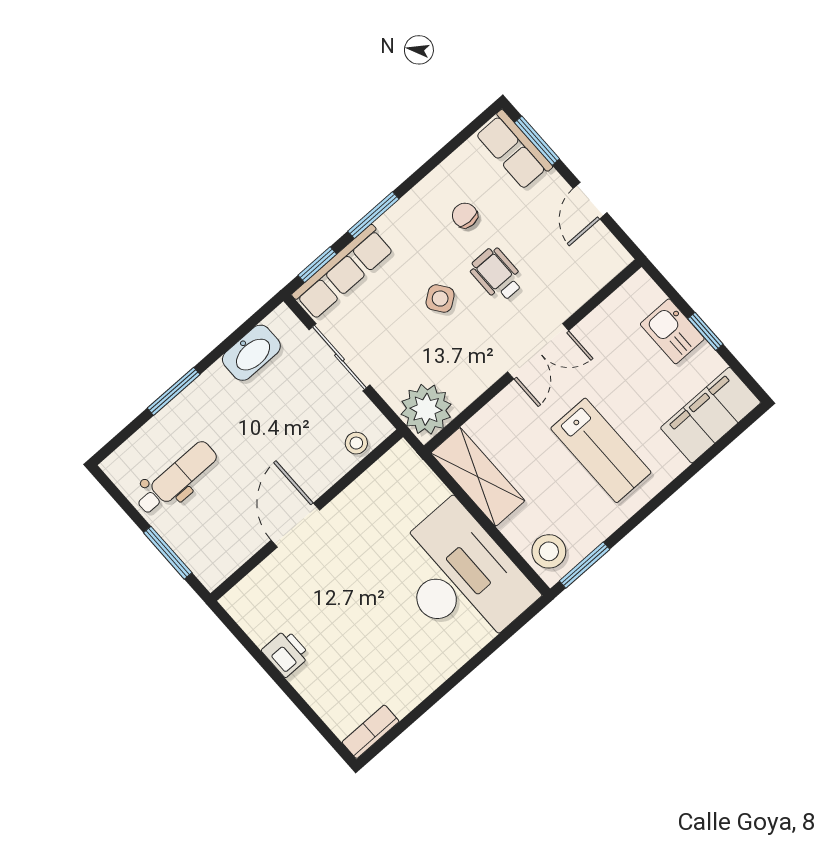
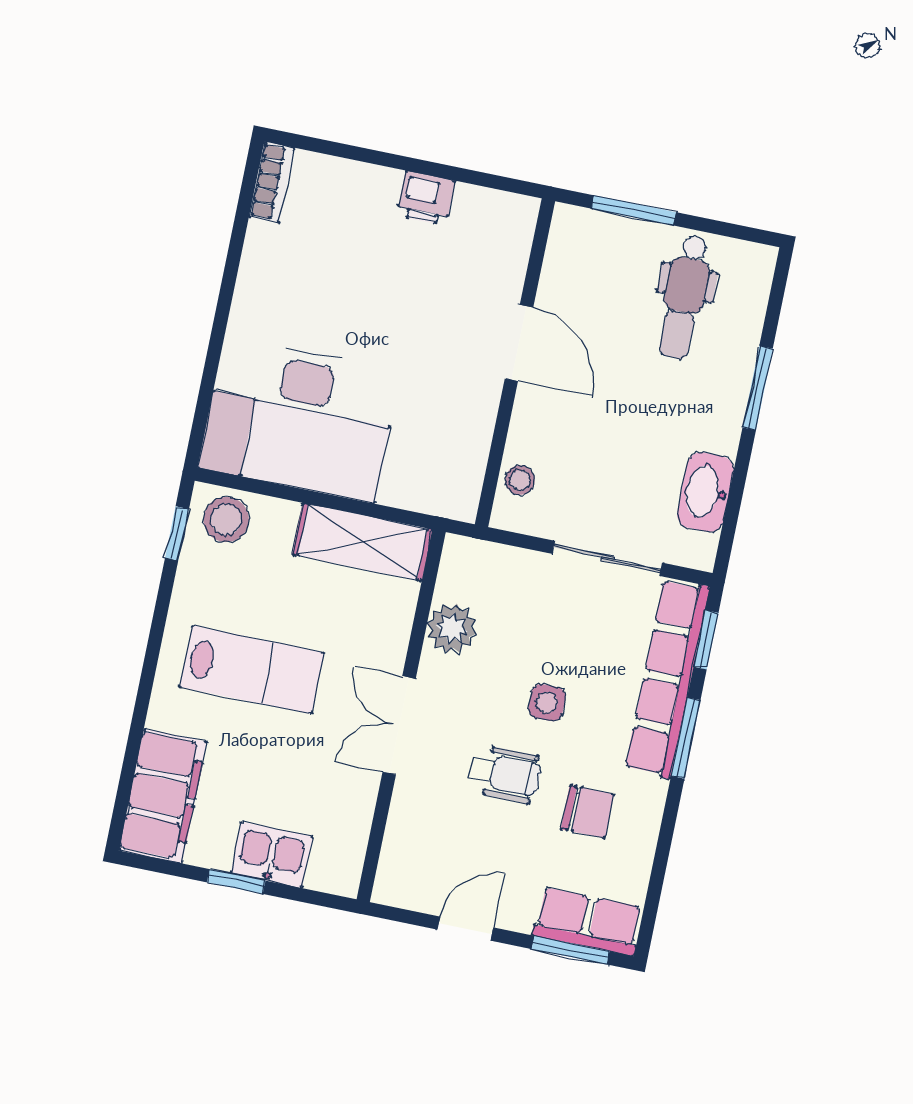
door: (590, 201) -> (465, 929), hinge flipped
chair: (465, 215) -> (587, 812), width x1.37, depth x1.37
row of seats: (343, 272) -> (667, 678), width x1.36
side table: (440, 299) -> (547, 703), turned 36
plant: (426, 409) -> (452, 628), moved, width x0.73, depth x0.73
lab bench: (601, 450) -> (252, 670), turned 180
window: (584, 565) -> (177, 533), width x0.67

